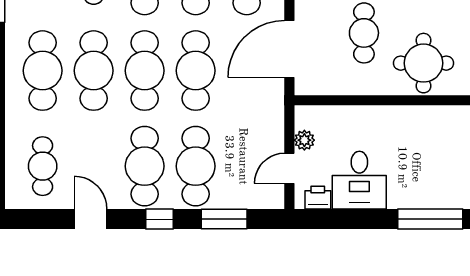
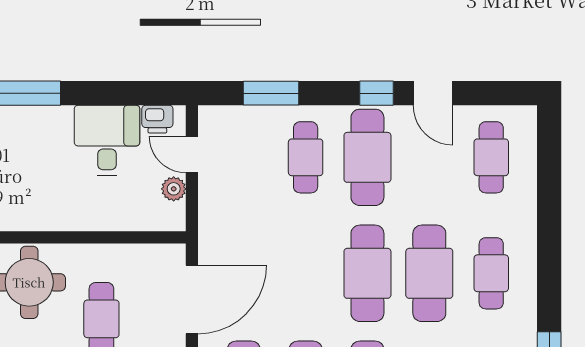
cafe table: (43, 71) -> (491, 273), width x0.73, depth x0.74
cafe table: (196, 71) -> (306, 273), removed
cafe table: (196, 166) -> (306, 157), width x0.73, depth x0.74
door: (289, 168) -> (192, 155), swing flipped
window: (160, 219) -> (377, 93), moved

